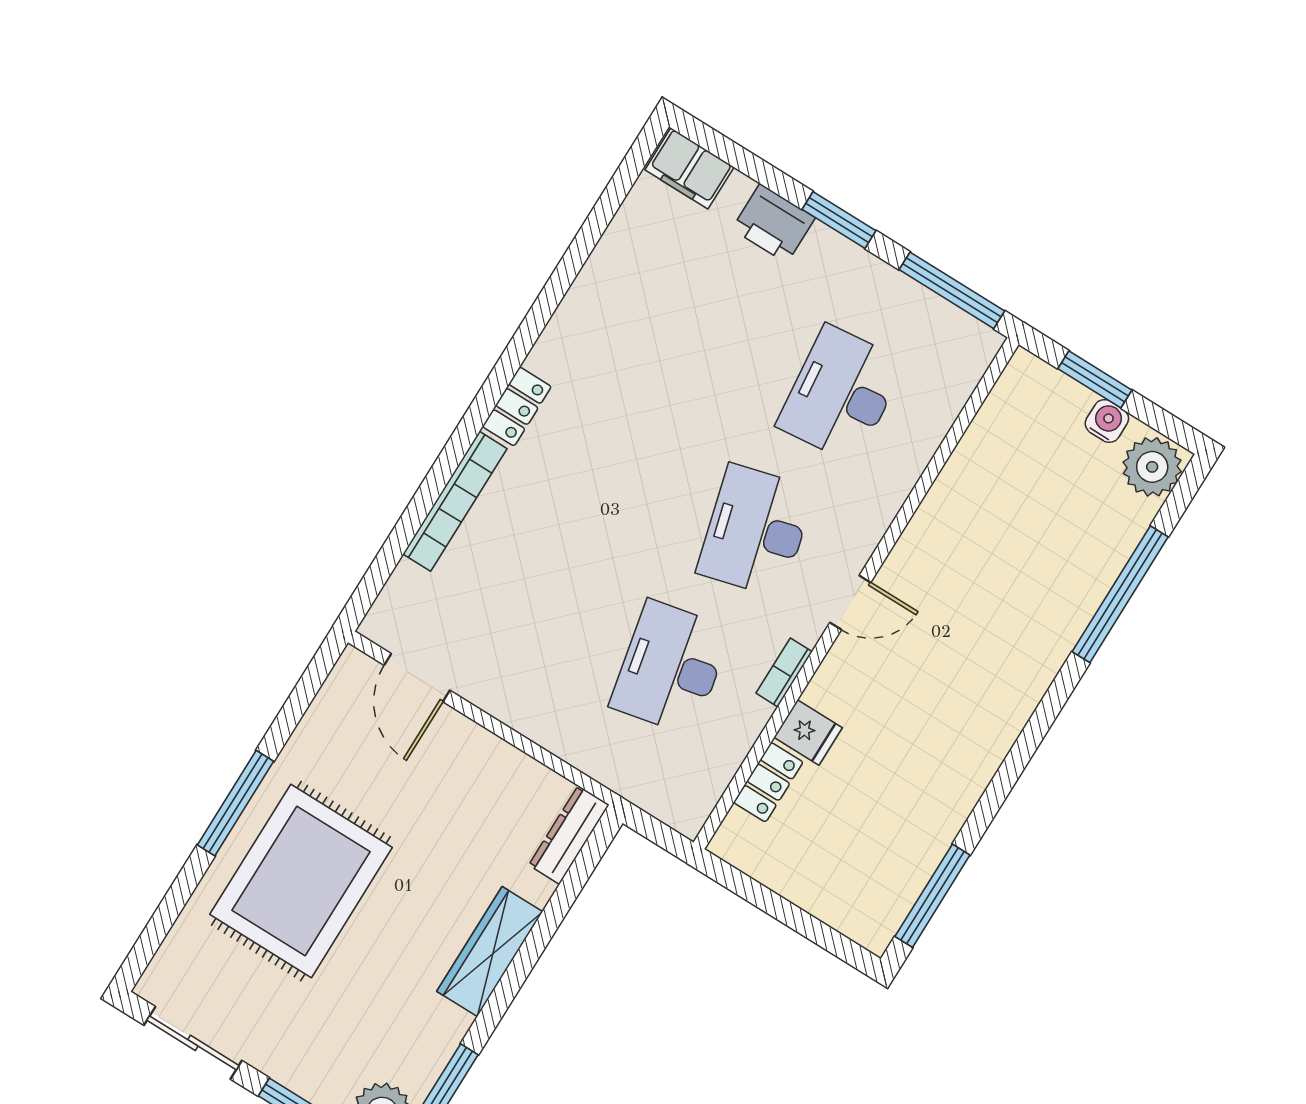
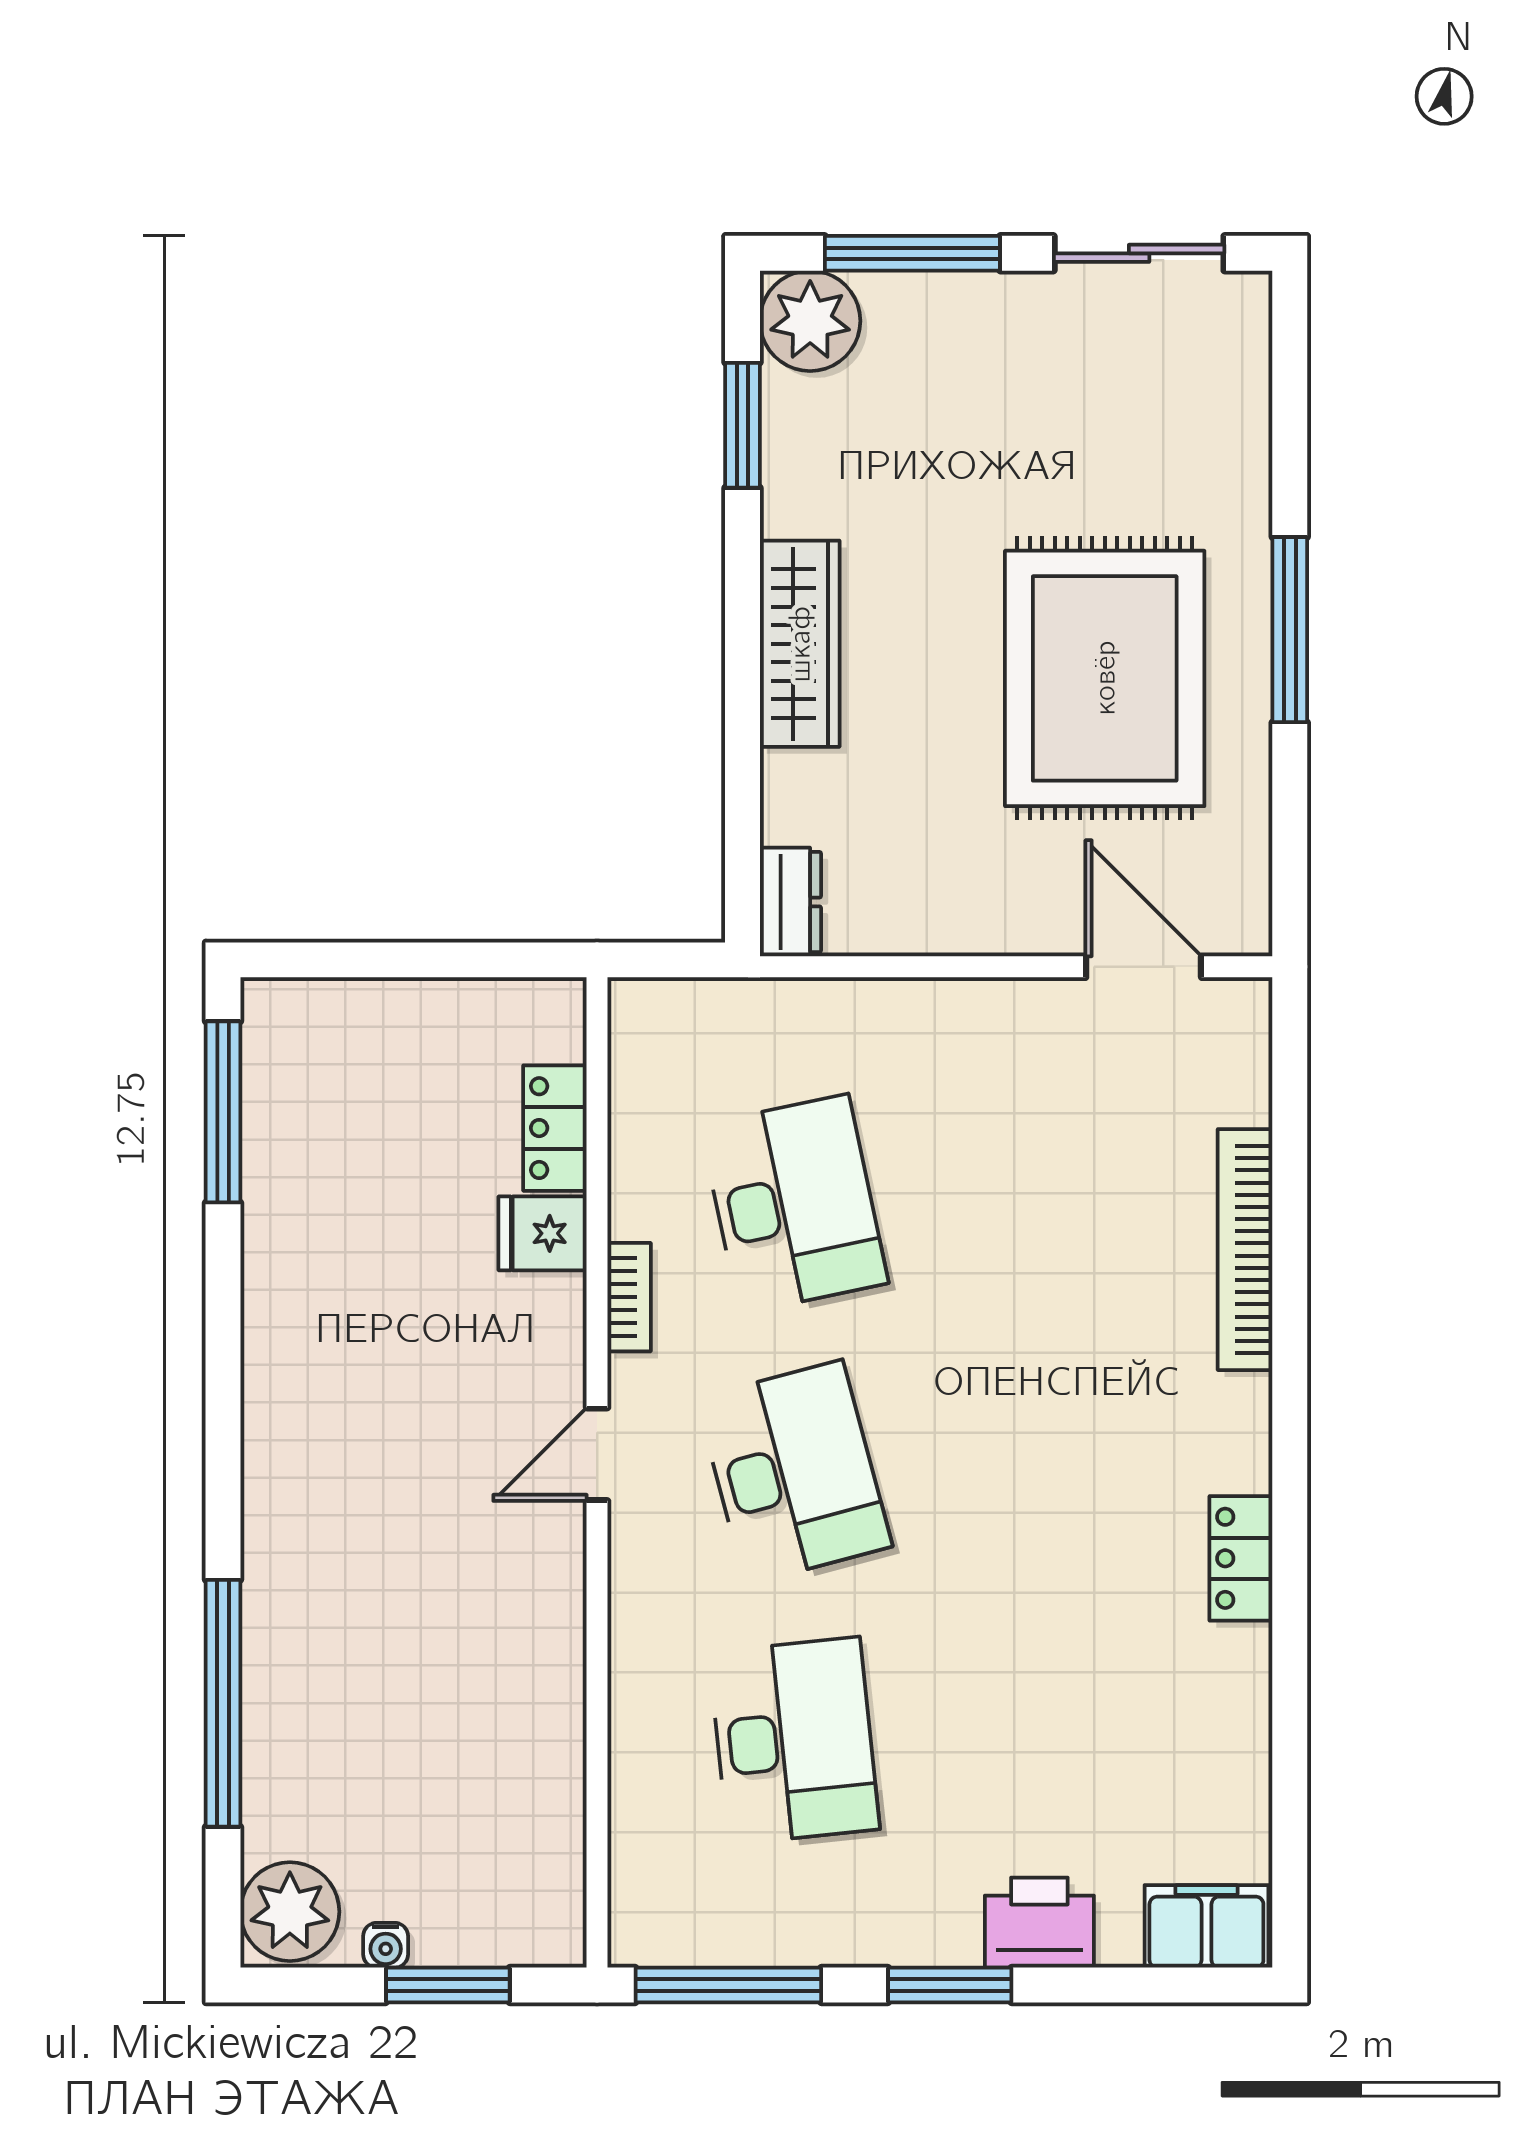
locker: (517, 407) -> (1241, 1558), moved
water cooler: (1107, 421) -> (386, 1945), width x0.72, depth x0.72
dresser: (569, 835) -> (790, 902), width x0.70
rug: (301, 881) -> (1105, 678), moved

